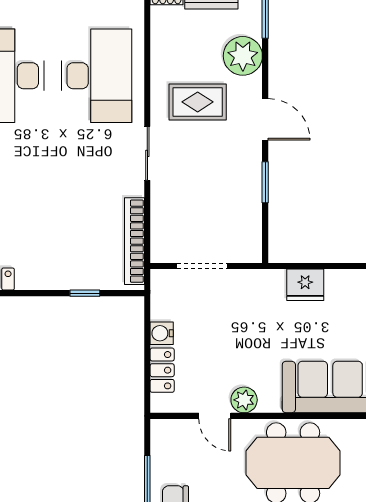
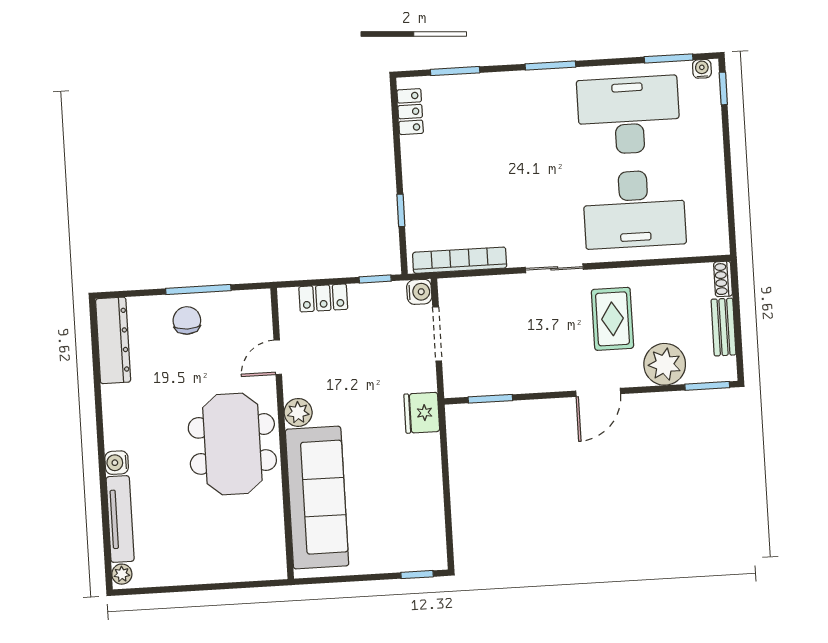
window: (265, 182) -> (490, 399), moved
fridge: (305, 285) -> (422, 413), moved
window: (147, 321) -> (375, 279), added
water cooler: (162, 333) -> (419, 292), moved, turned 90
plant: (244, 400) -> (298, 412), moved

